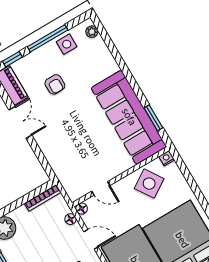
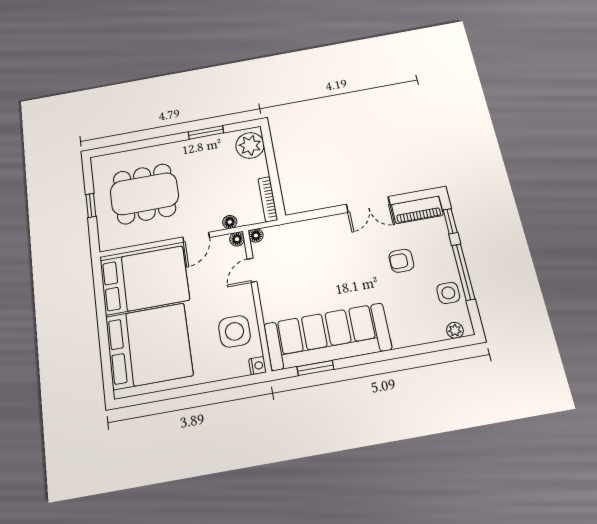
side table: (149, 184) -> (234, 331), turned 33
floor lamp: (74, 196) -> (256, 236), added

